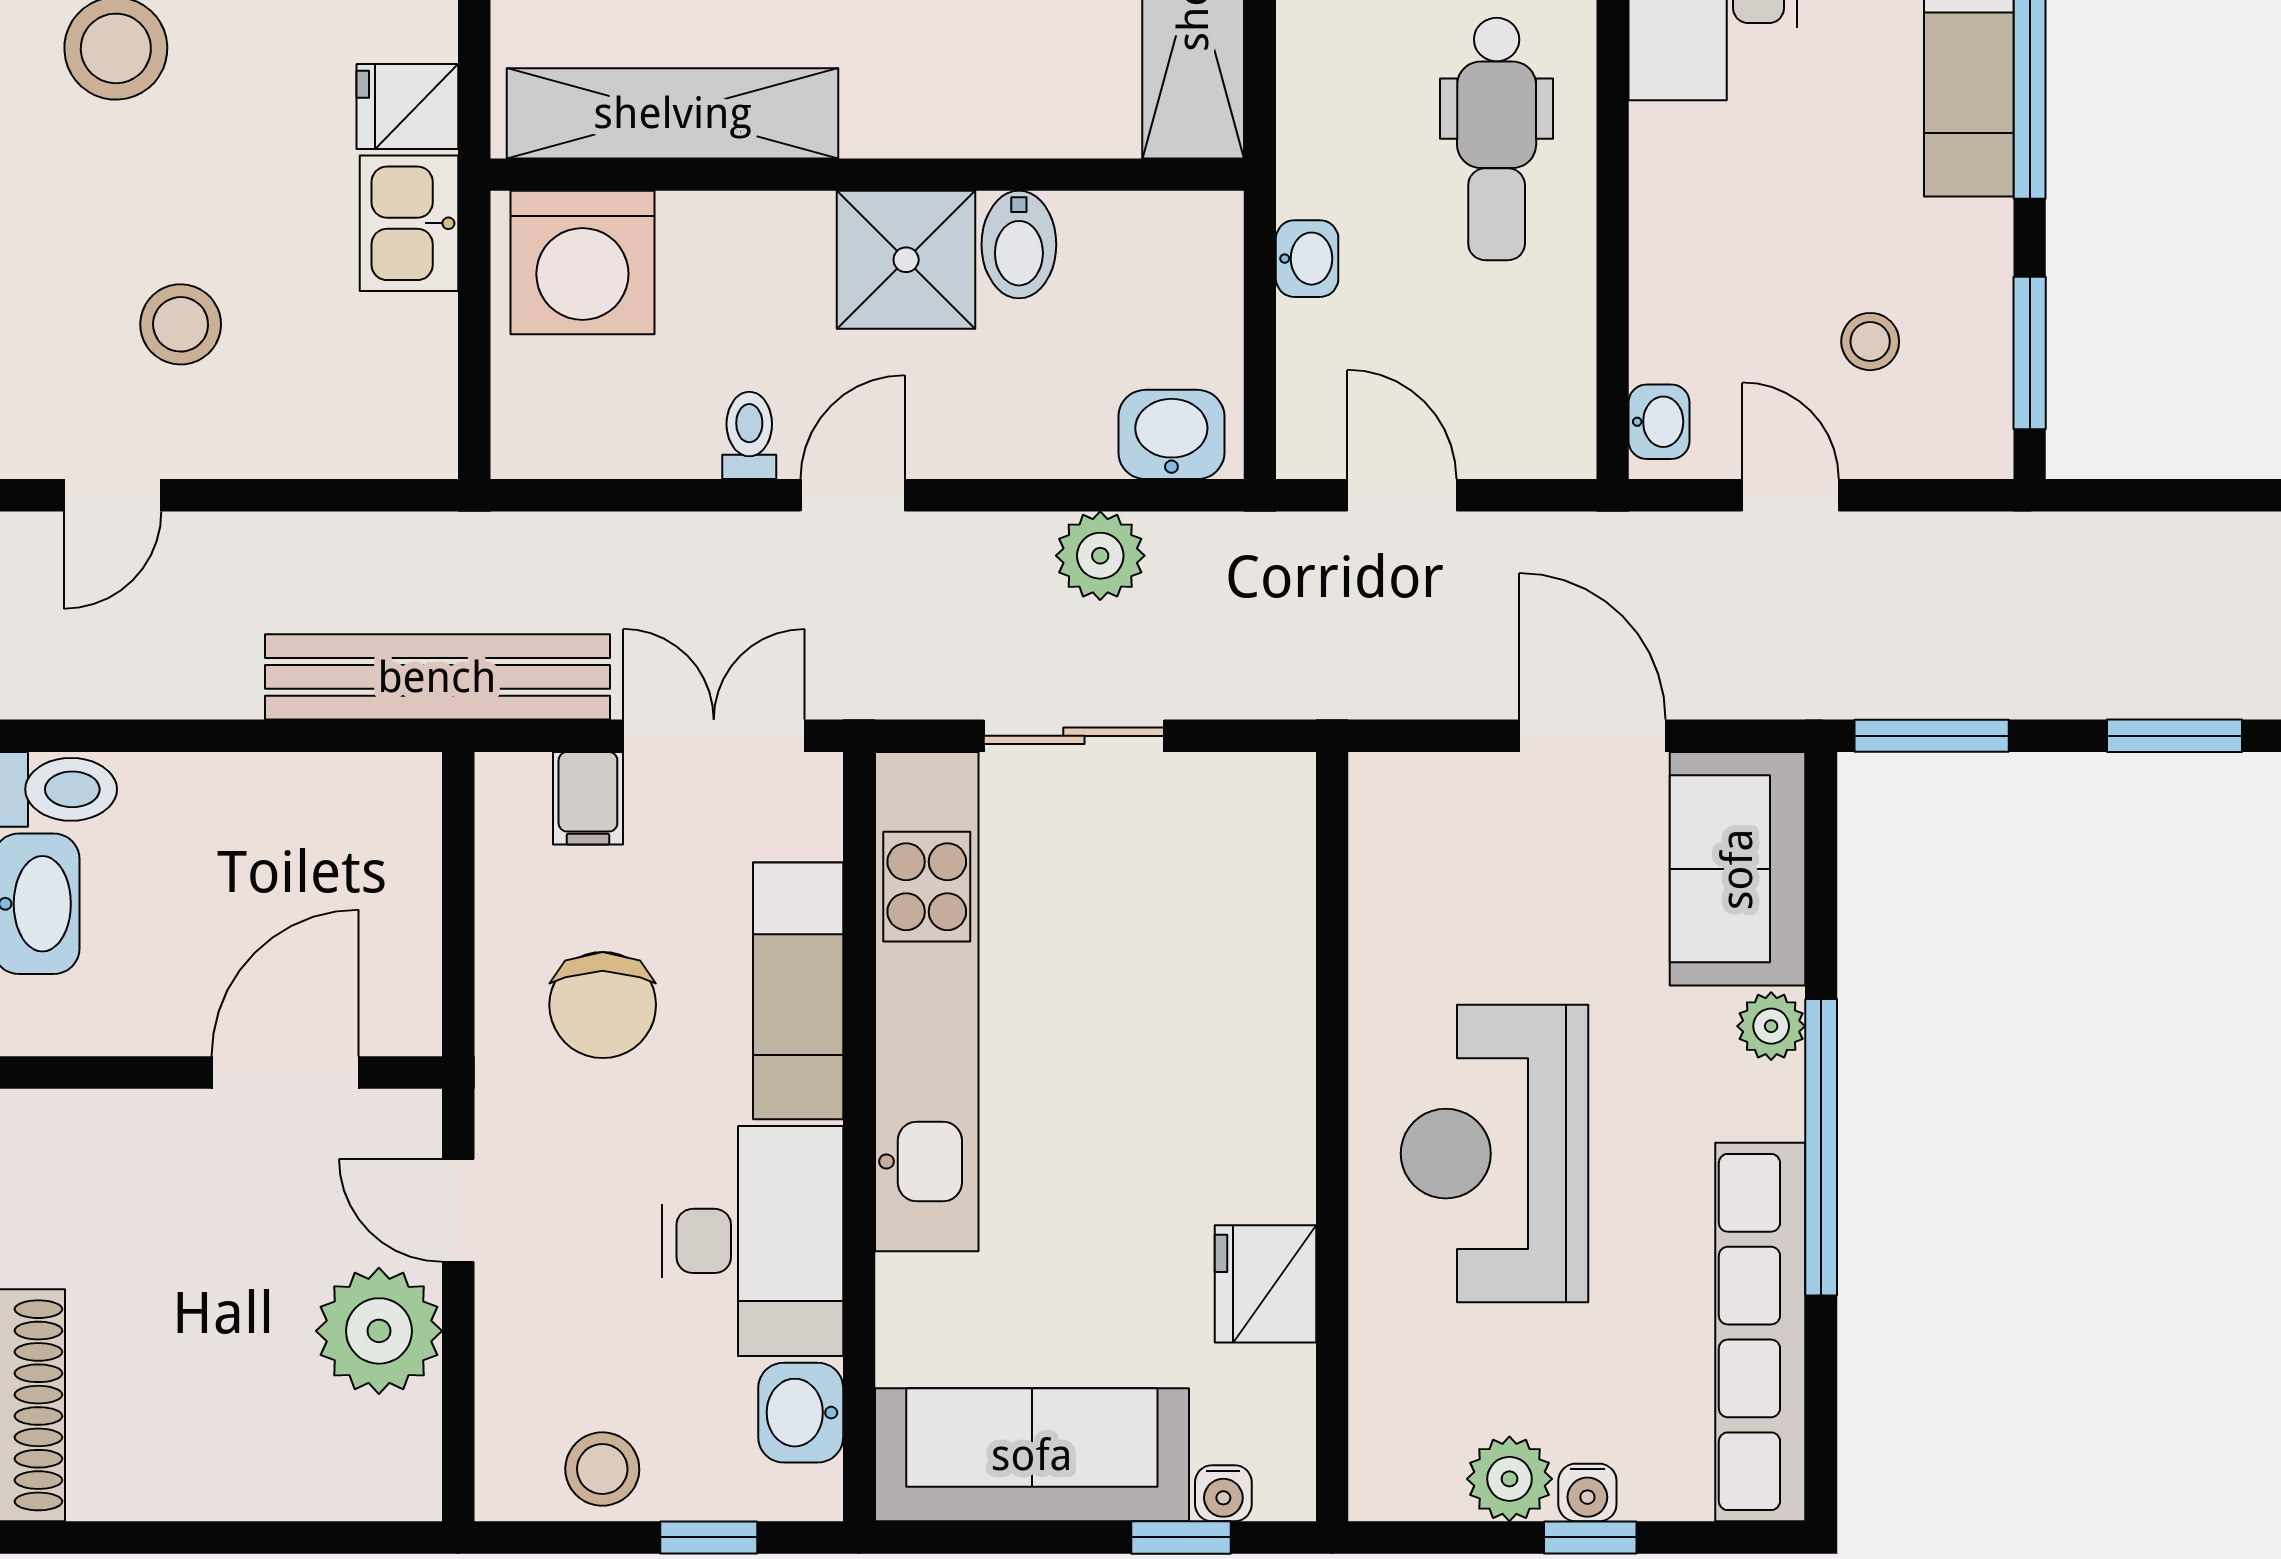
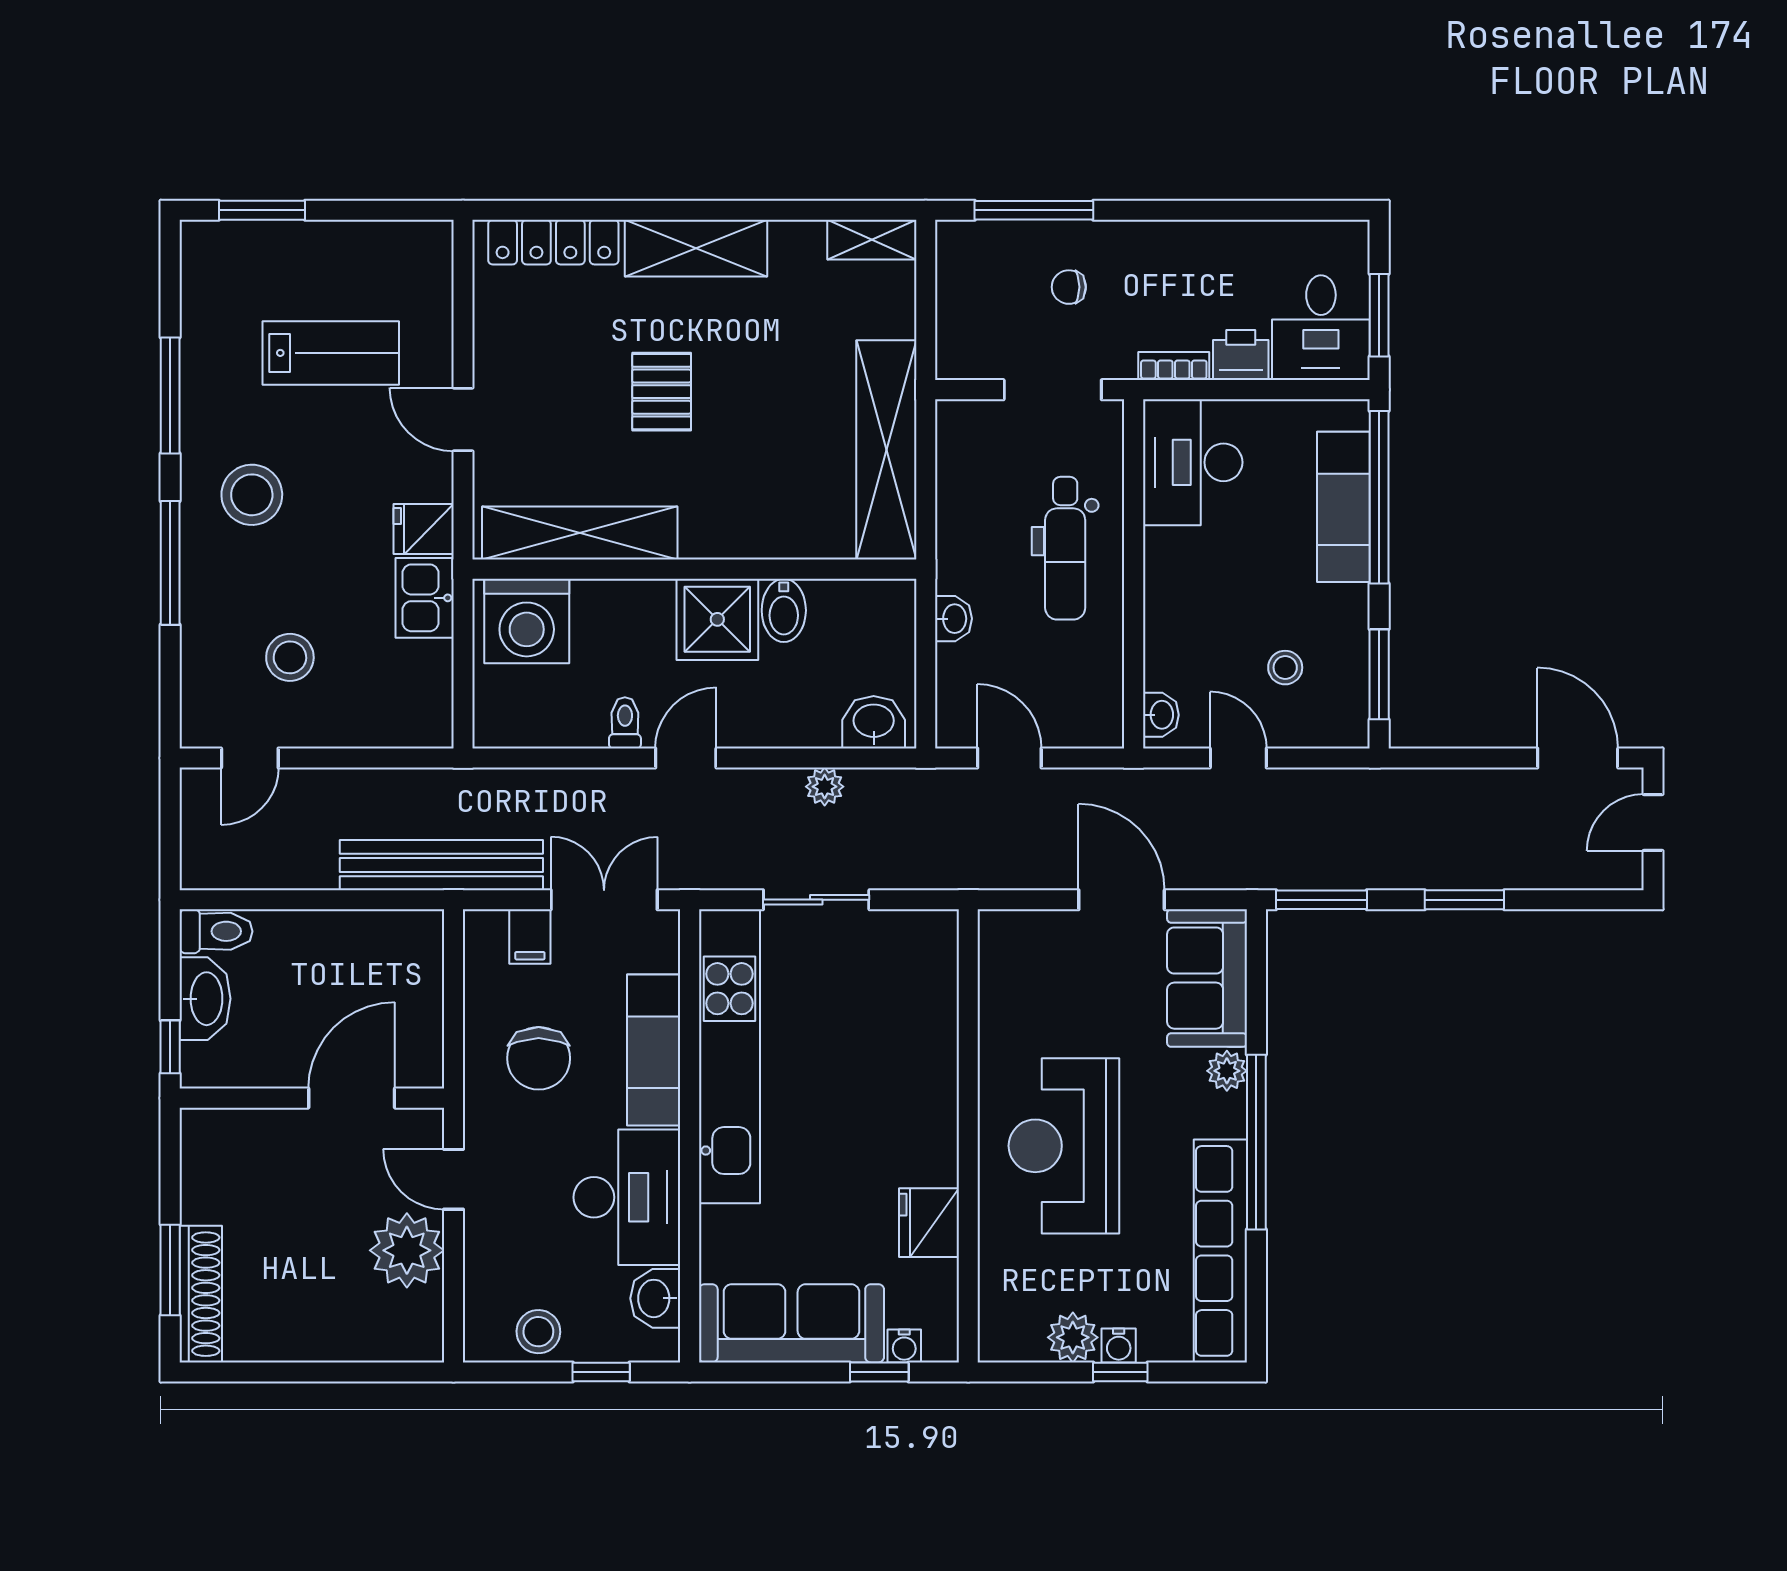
plant: (1100, 556) -> (825, 787), width x0.73, depth x0.73

